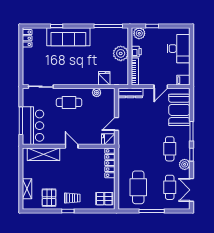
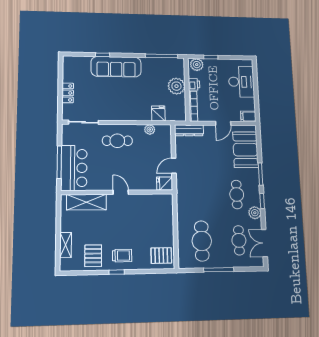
locker: (27, 38) -> (68, 93), moved
locker: (110, 163) -> (167, 212), removed

